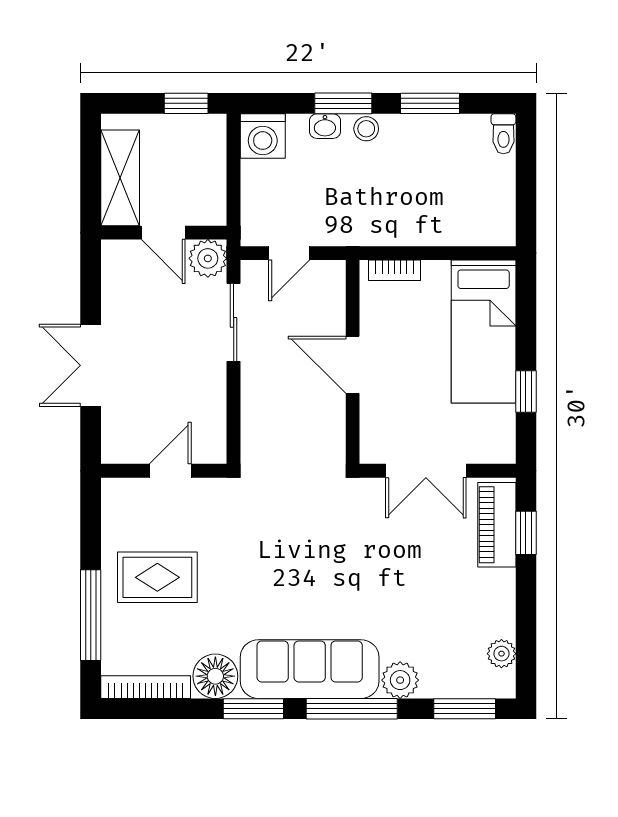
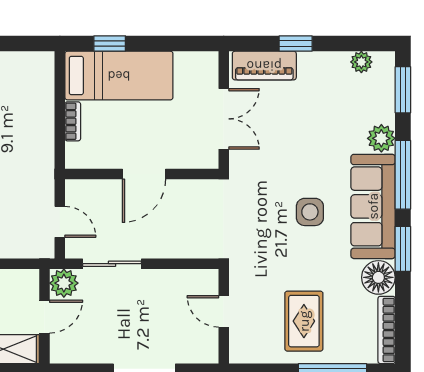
bookcase: (394, 270) -> (73, 121), moved
window: (526, 392) -> (110, 44), moved
window: (526, 533) -> (296, 44), moved
side table: (302, 585) -> (310, 212), added

